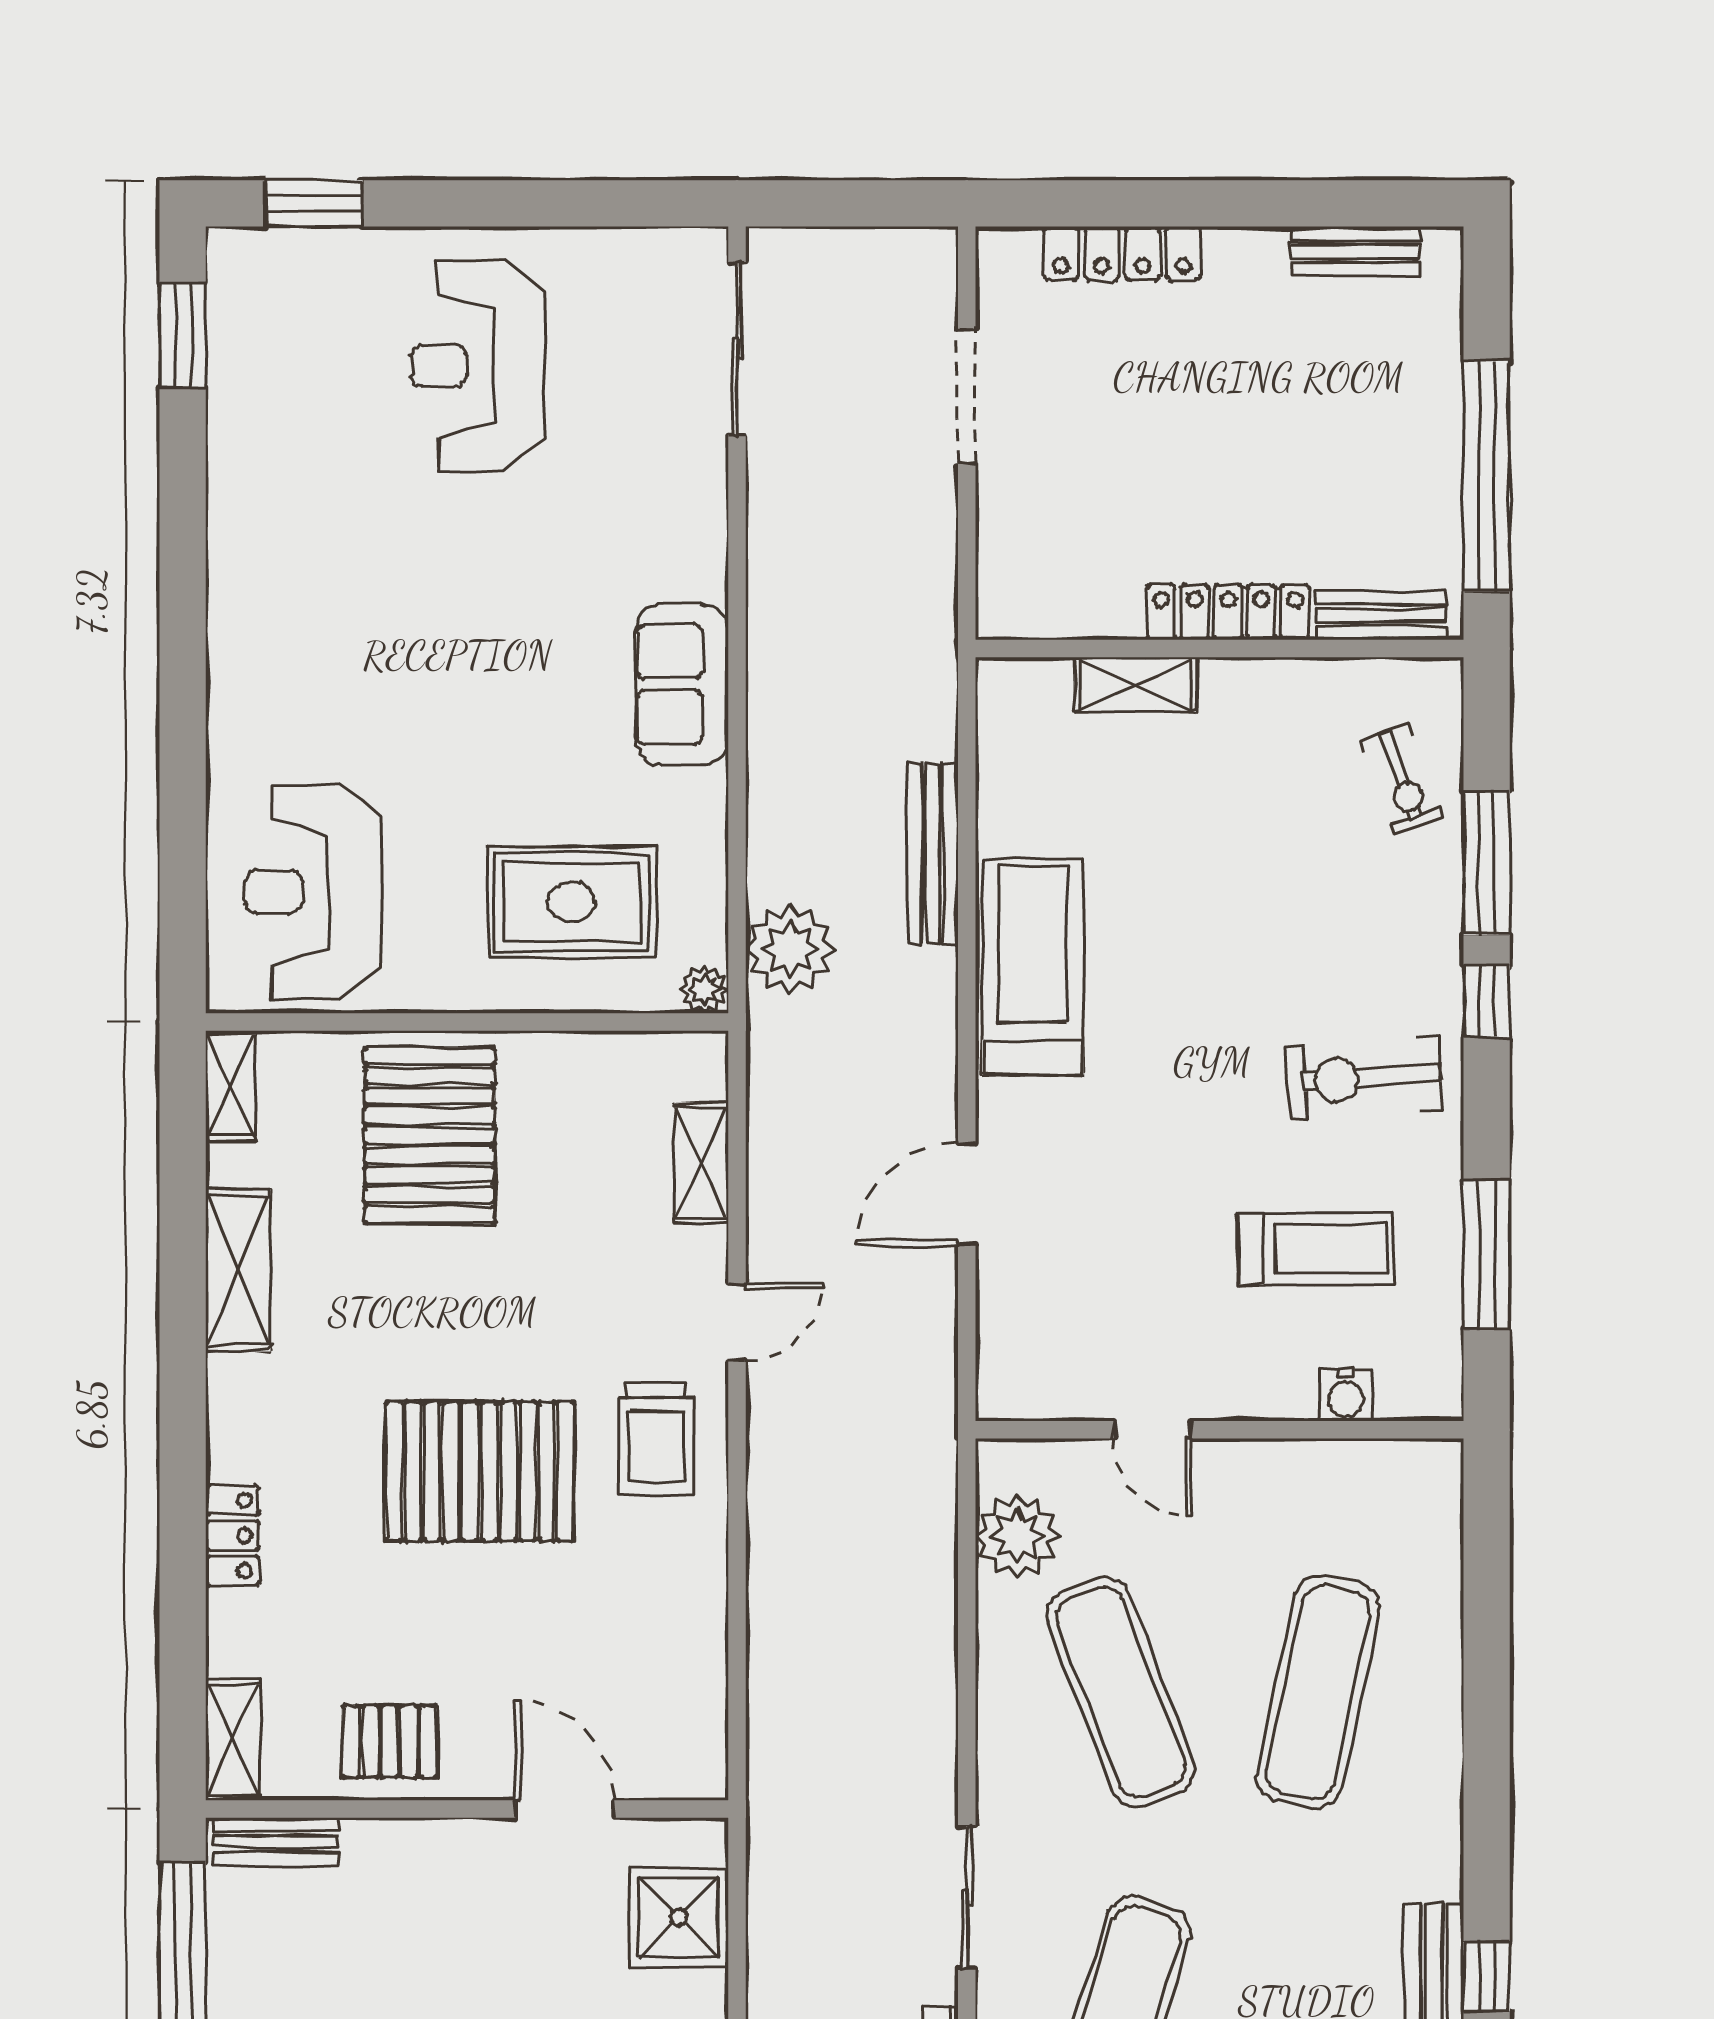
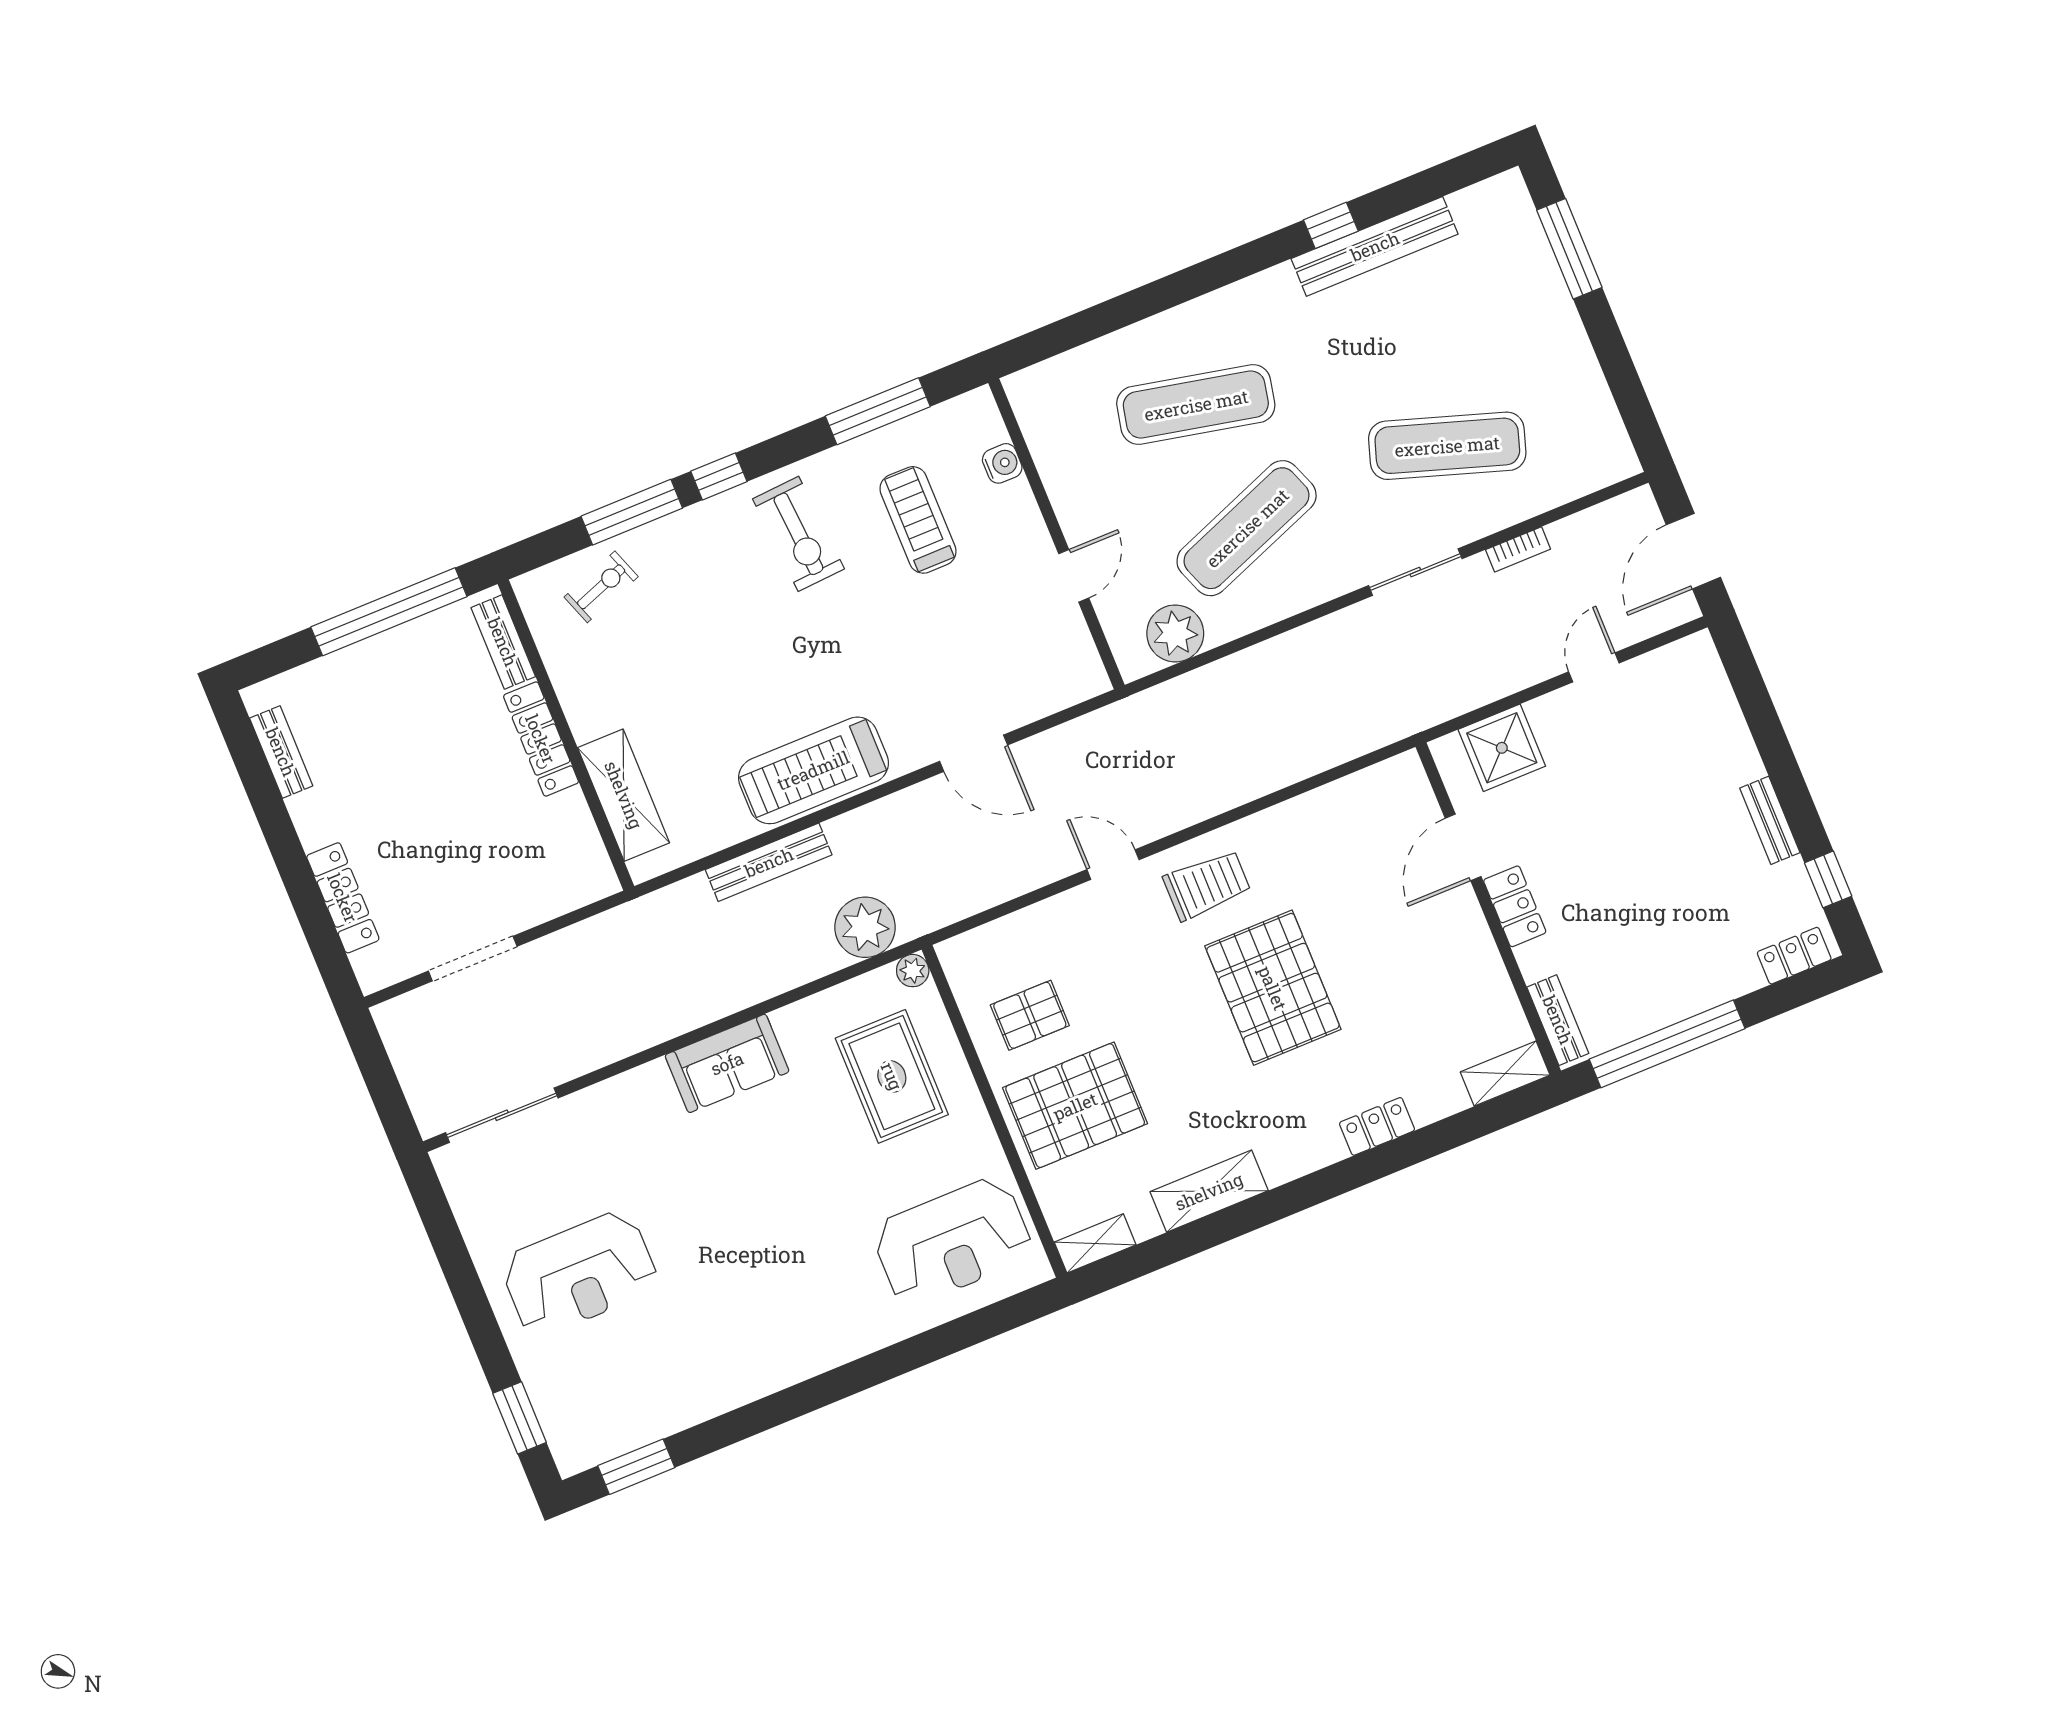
shelving: (1135, 684) -> (624, 795), width x1.50, depth x1.33
shelving: (701, 1163) -> (1022, 928), removed
pallet: (390, 1742) -> (1030, 1015), moved, turned 90
locker: (455, 1846) -> (1515, 906), added

